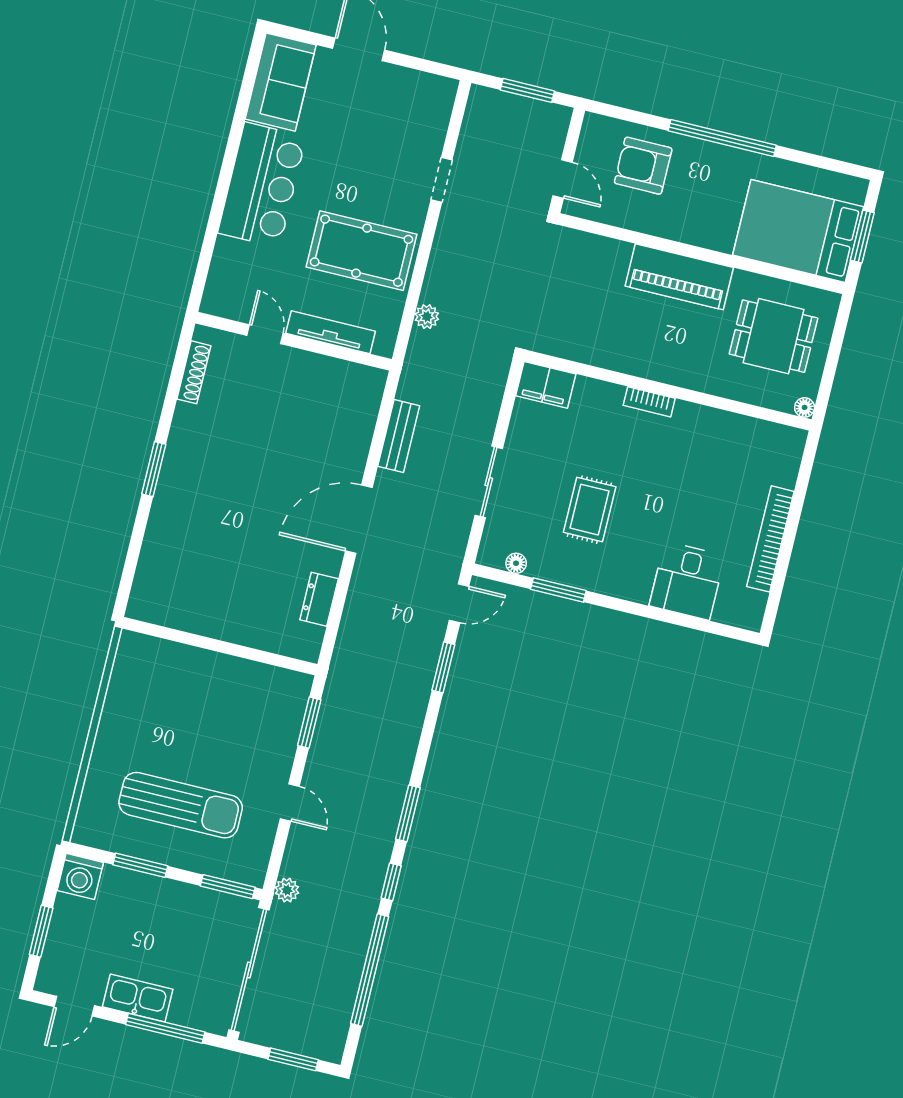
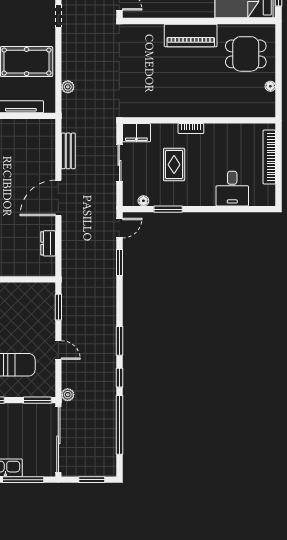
filing cabinet: (546, 385) -> (136, 133), moved
wall: (668, 390) -> (199, 120), moved
bookcase: (649, 402) -> (191, 129), moved

